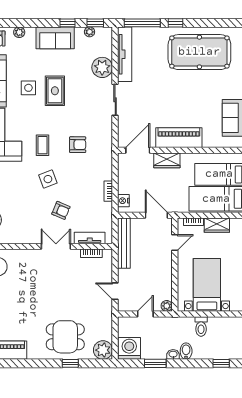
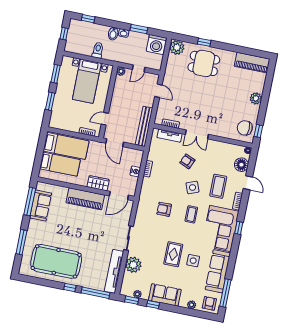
coffee table: (16, 187) -> (218, 186), added
nightstand: (123, 201) -> (135, 171), moved
wardrobe: (217, 225) -> (70, 126), removed

